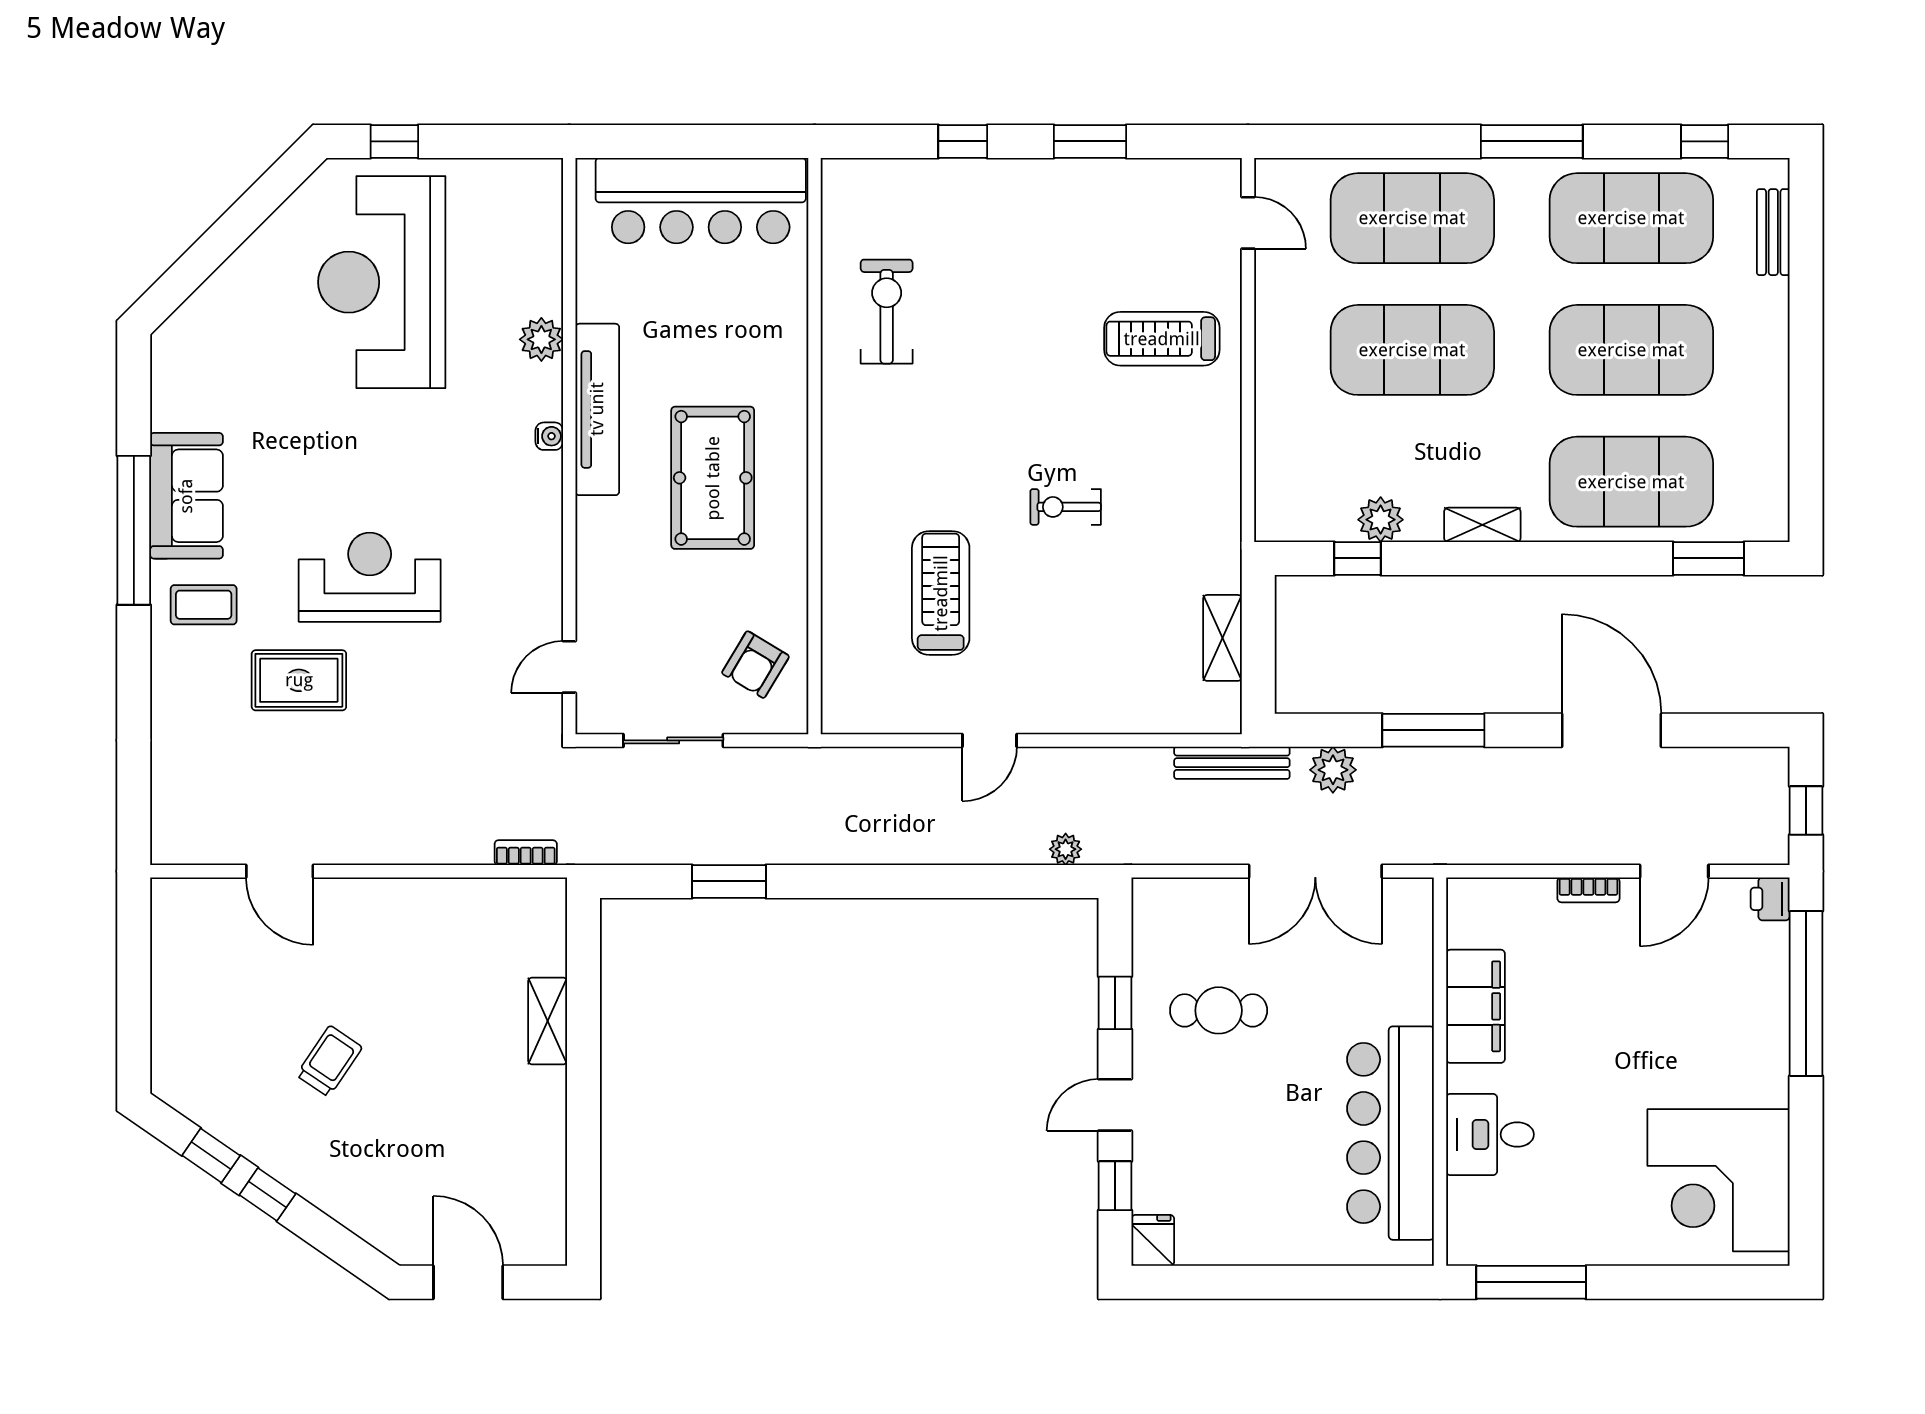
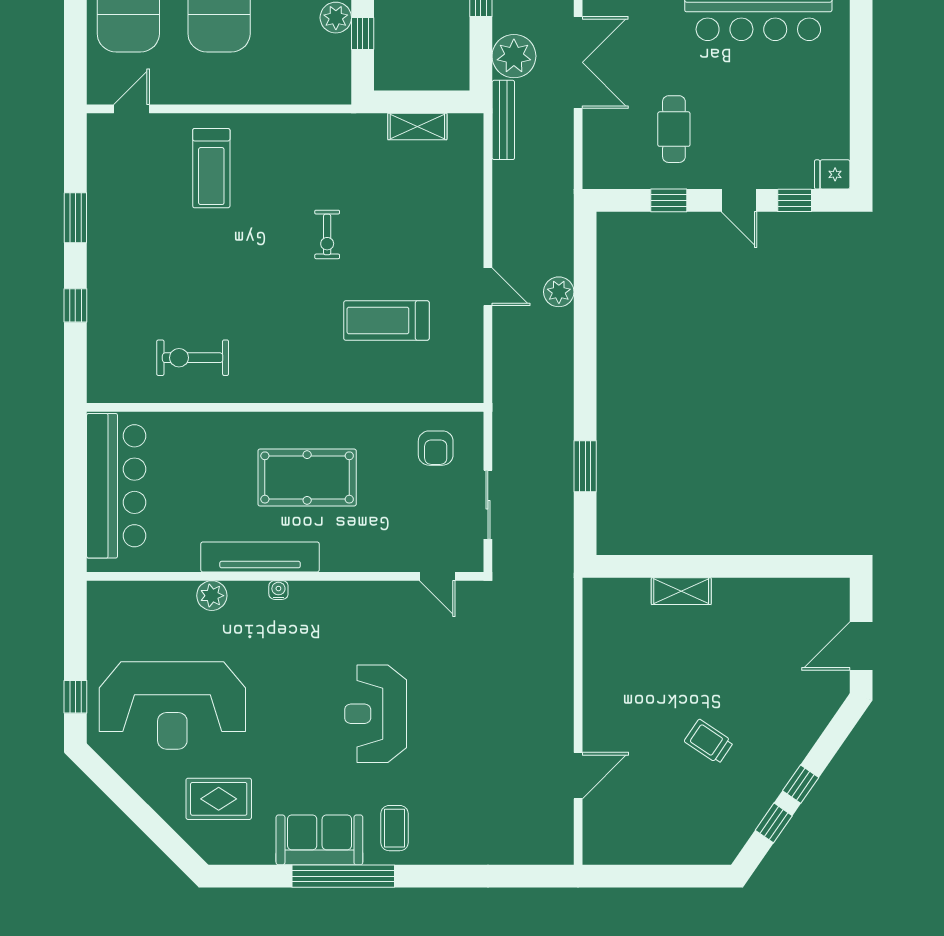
armchair: (755, 665) -> (436, 448), turned 59
rug: (299, 680) -> (219, 799), moved, turned 90
plant: (1333, 770) -> (514, 56), width x1.36, depth x1.36
plant: (1066, 849) -> (559, 292), moved, width x1.38, depth x1.38
bookcase: (526, 853) -> (565, 606), removed

